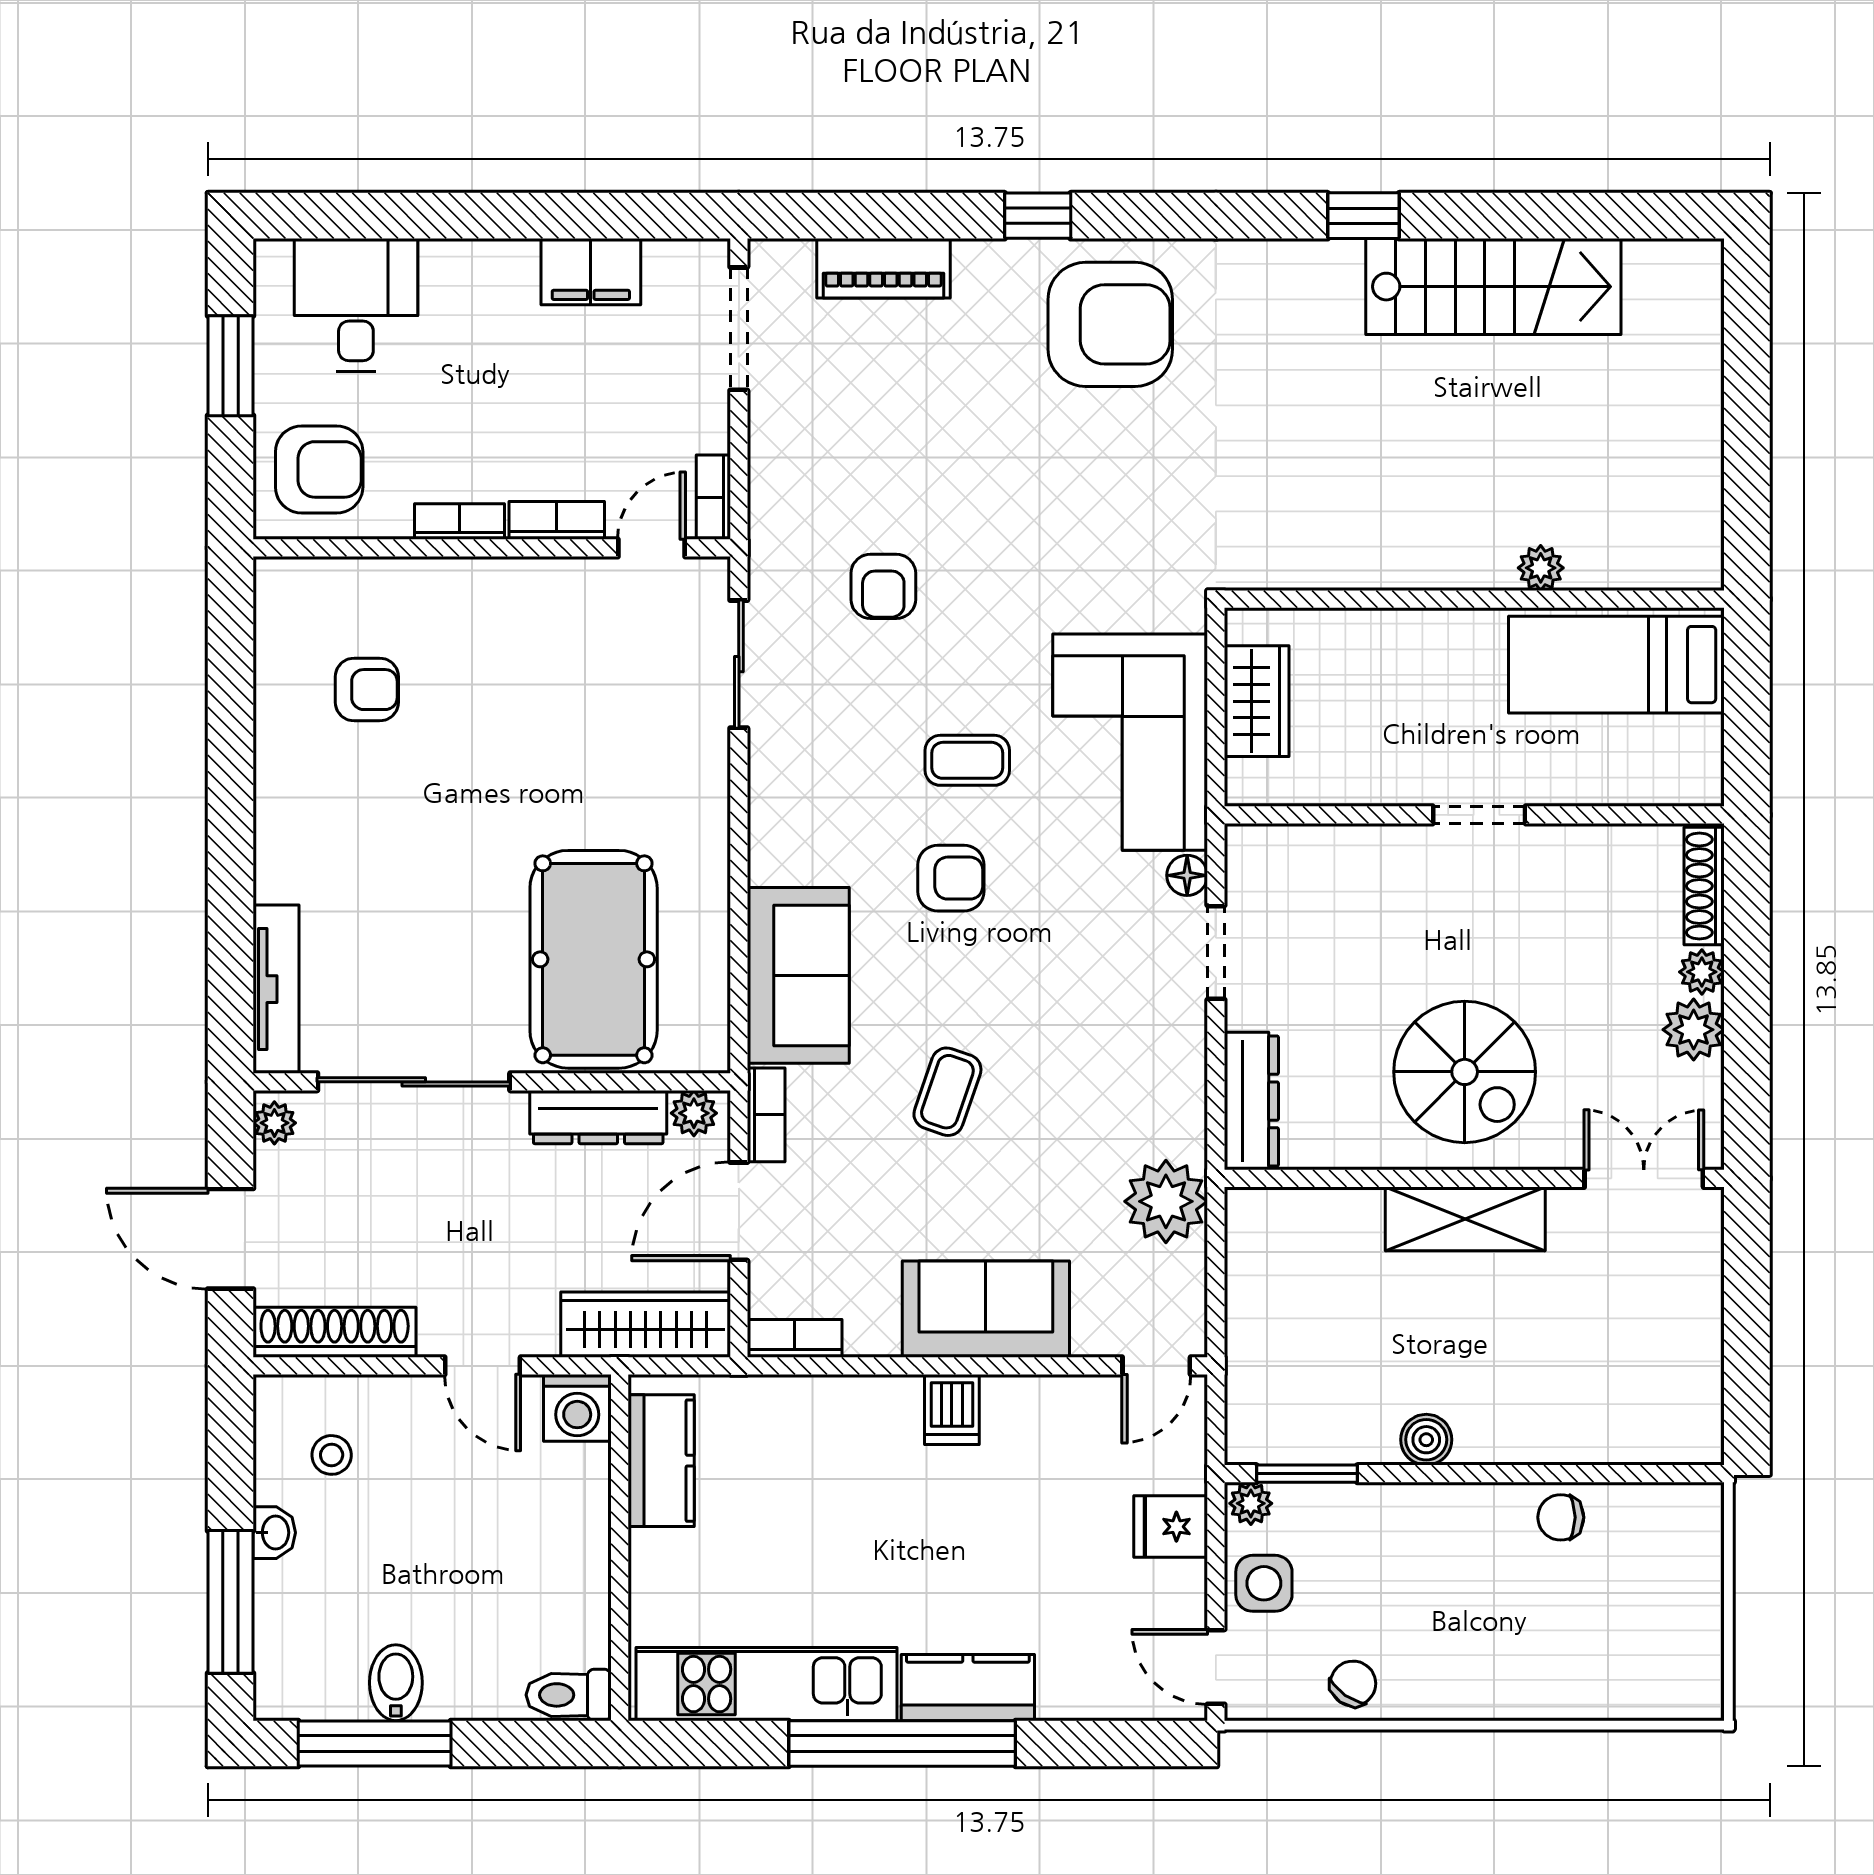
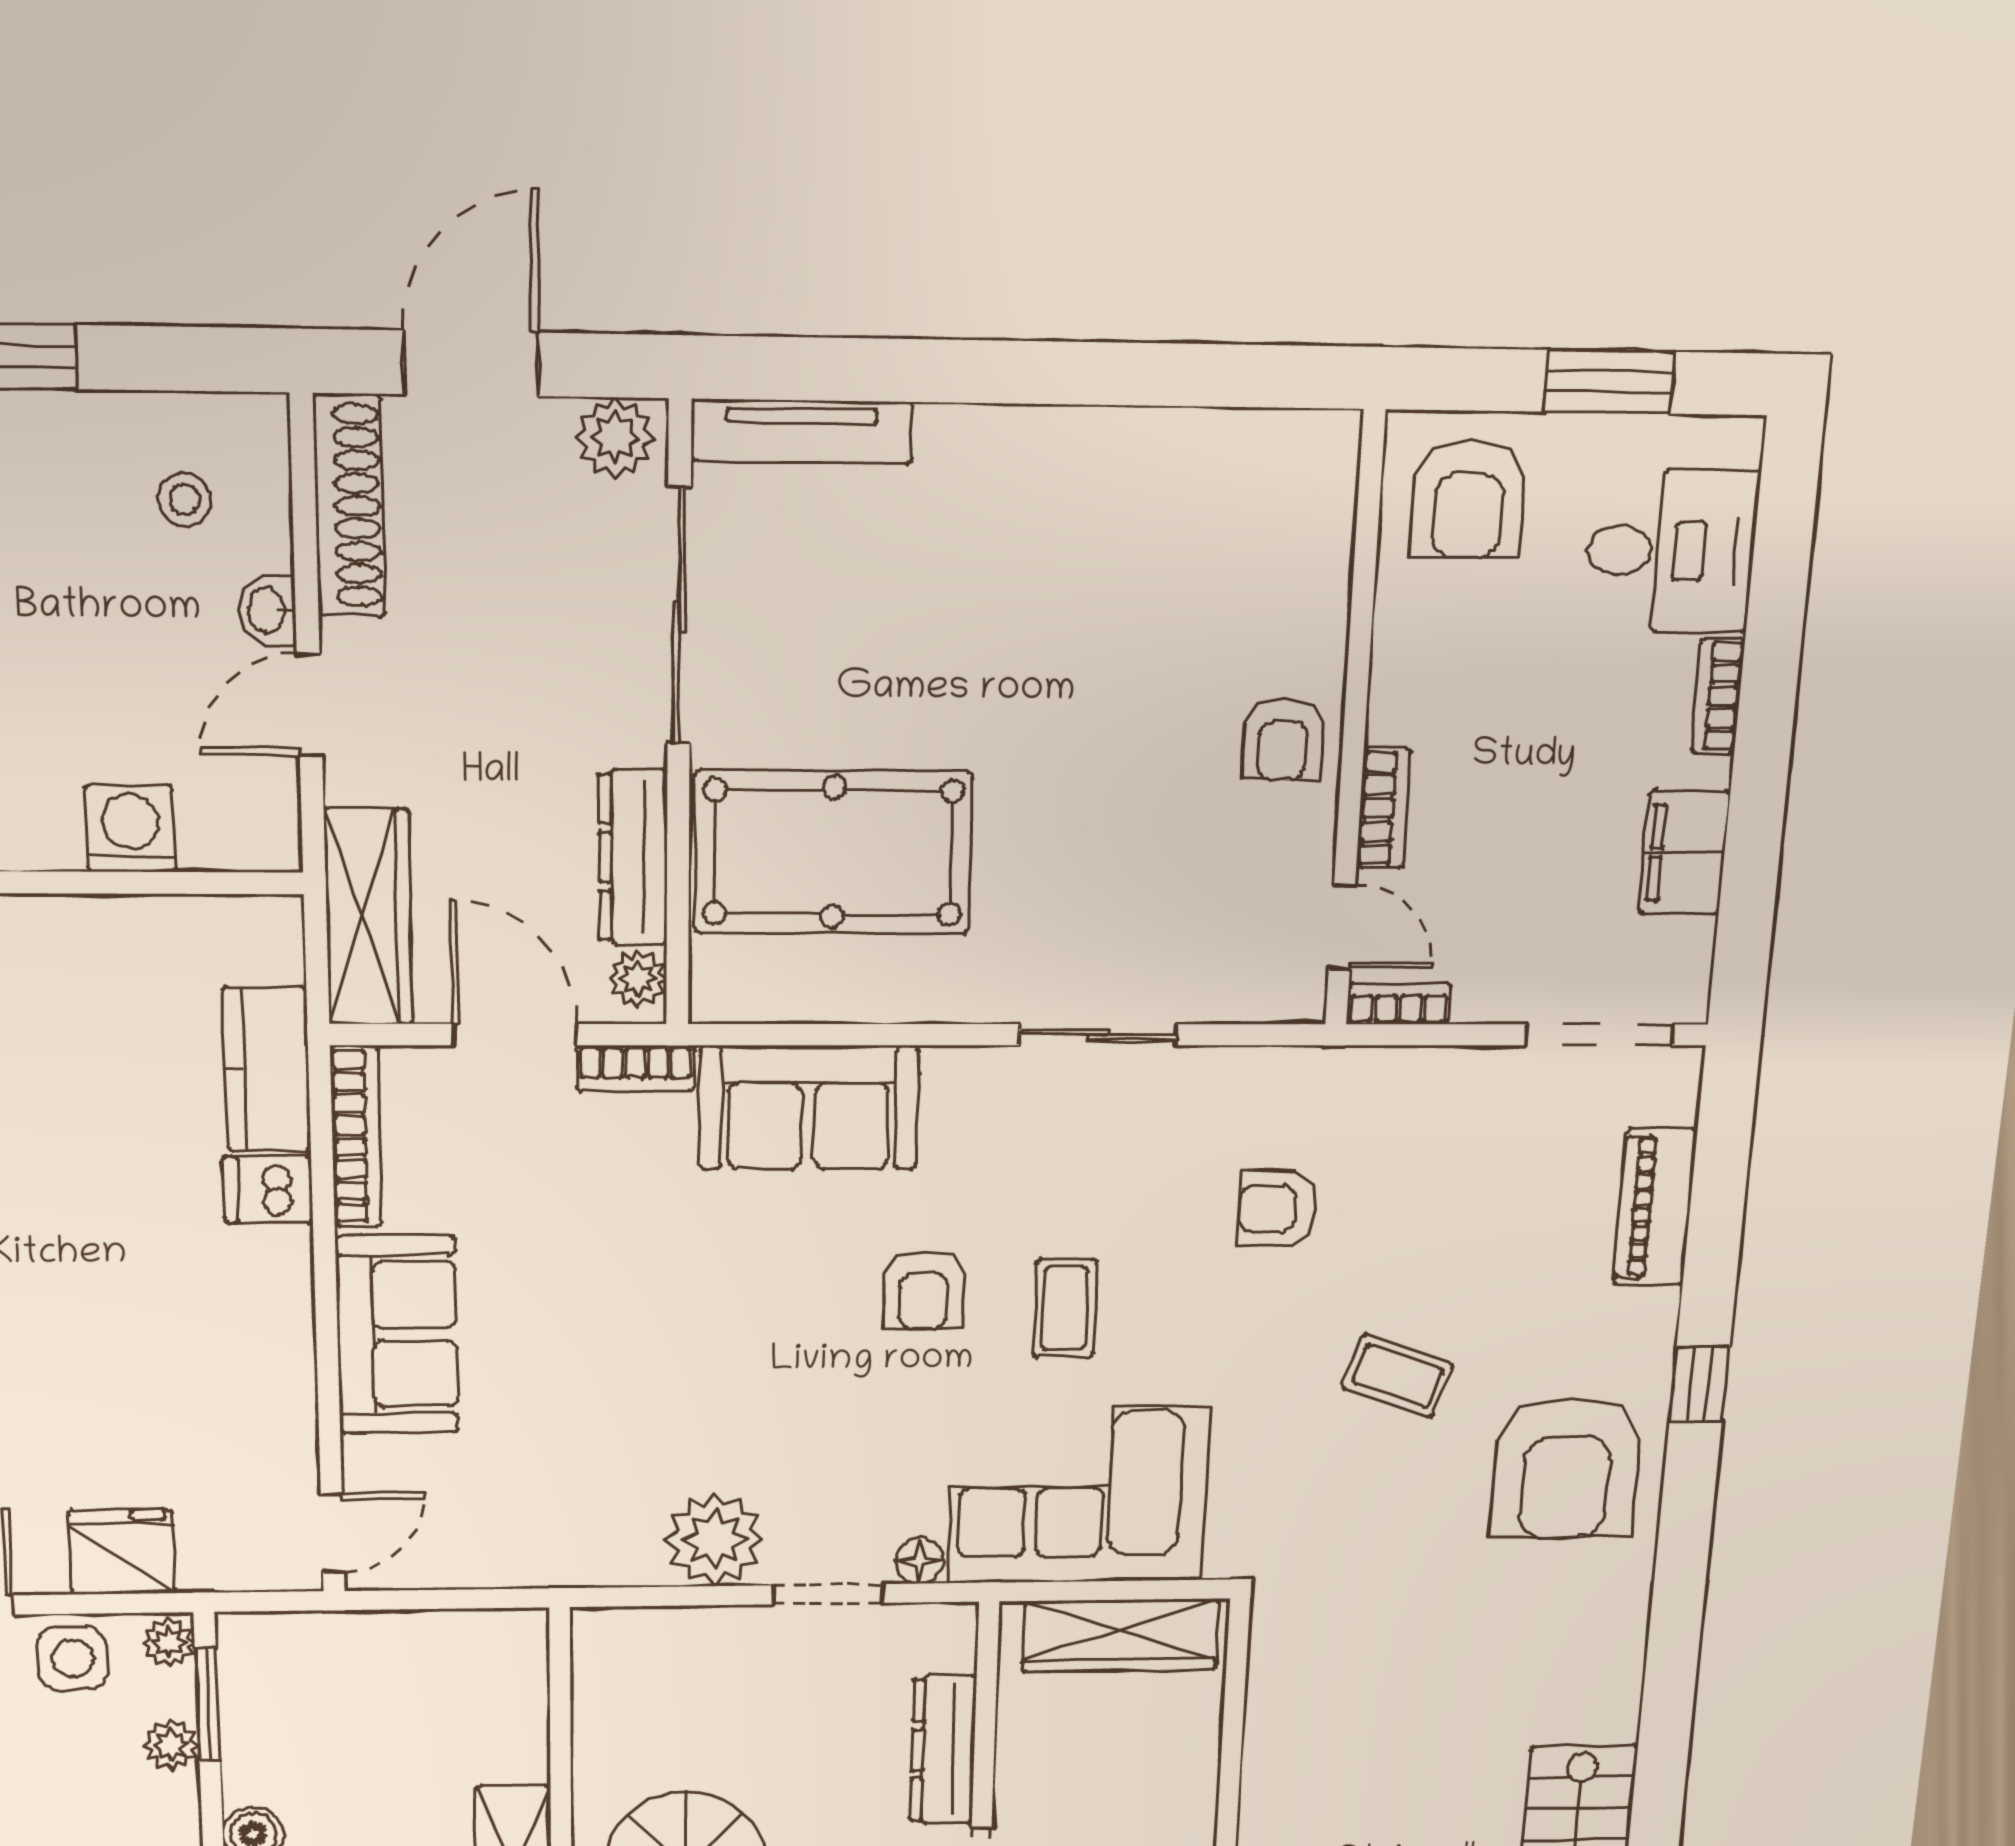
window: (1363, 216) -> (1664, 1742), removed
bookcase: (460, 521) -> (1718, 696), moved, turned 180
sliding door: (739, 664) -> (1098, 1035), moved
armchair: (367, 690) -> (1283, 739), moved
wardrobe: (1257, 701) -> (1120, 1635), width x1.50
coffee table: (947, 1092) -> (1398, 1376), moved
dresser: (1251, 1101) -> (943, 1750), moved, turned 90
plant: (274, 1123) -> (615, 438), width x1.38, depth x1.38
plant: (1166, 1201) -> (715, 1540), moved
bookcase: (795, 1338) -> (356, 1137), width x1.56
door: (1156, 1366) -> (332, 1533), swing flipped
washing machine: (577, 1408) -> (130, 828), moved, turned 90
dishwasher: (952, 1409) -> (268, 1190), moved
kitchen counter: (661, 1461) -> (267, 1069), moved, turned 90
plant: (1344, 1505) -> (171, 1745), added
fridge: (1171, 1527) -> (122, 1552), width x1.38
washbasin: (274, 1533) -> (268, 610), moved, turned 90

